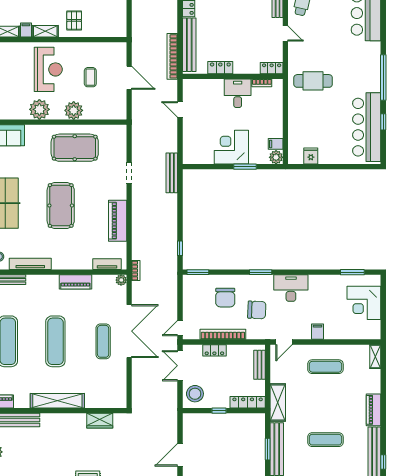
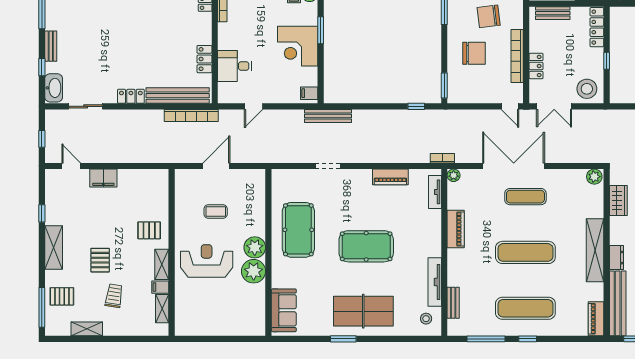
desk: (238, 93) -> (235, 66), moved
plant: (74, 110) -> (255, 247), moved
filing cabinet: (191, 157) -> (309, 93), added
piano: (118, 221) -> (390, 177), width x0.73, depth x0.75
chair: (257, 310) -> (489, 16), turned -99
plant: (120, 400) -> (594, 177), added
dresser: (51, 419) -> (616, 258), added

